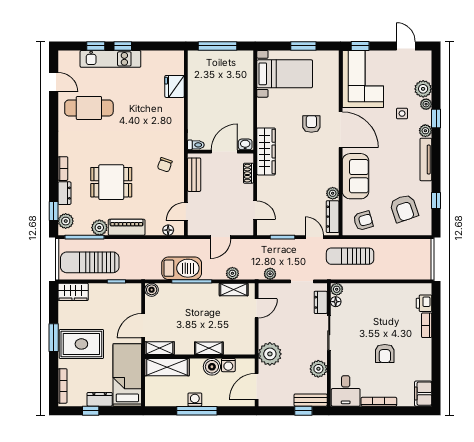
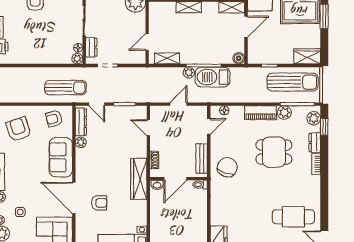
armchair: (311, 124) -> (99, 203), turned -90
chair: (165, 165) -> (227, 167), width x1.87, depth x1.87
plant: (232, 273) -> (189, 73), moved
plant: (270, 274) -> (135, 72), removed

